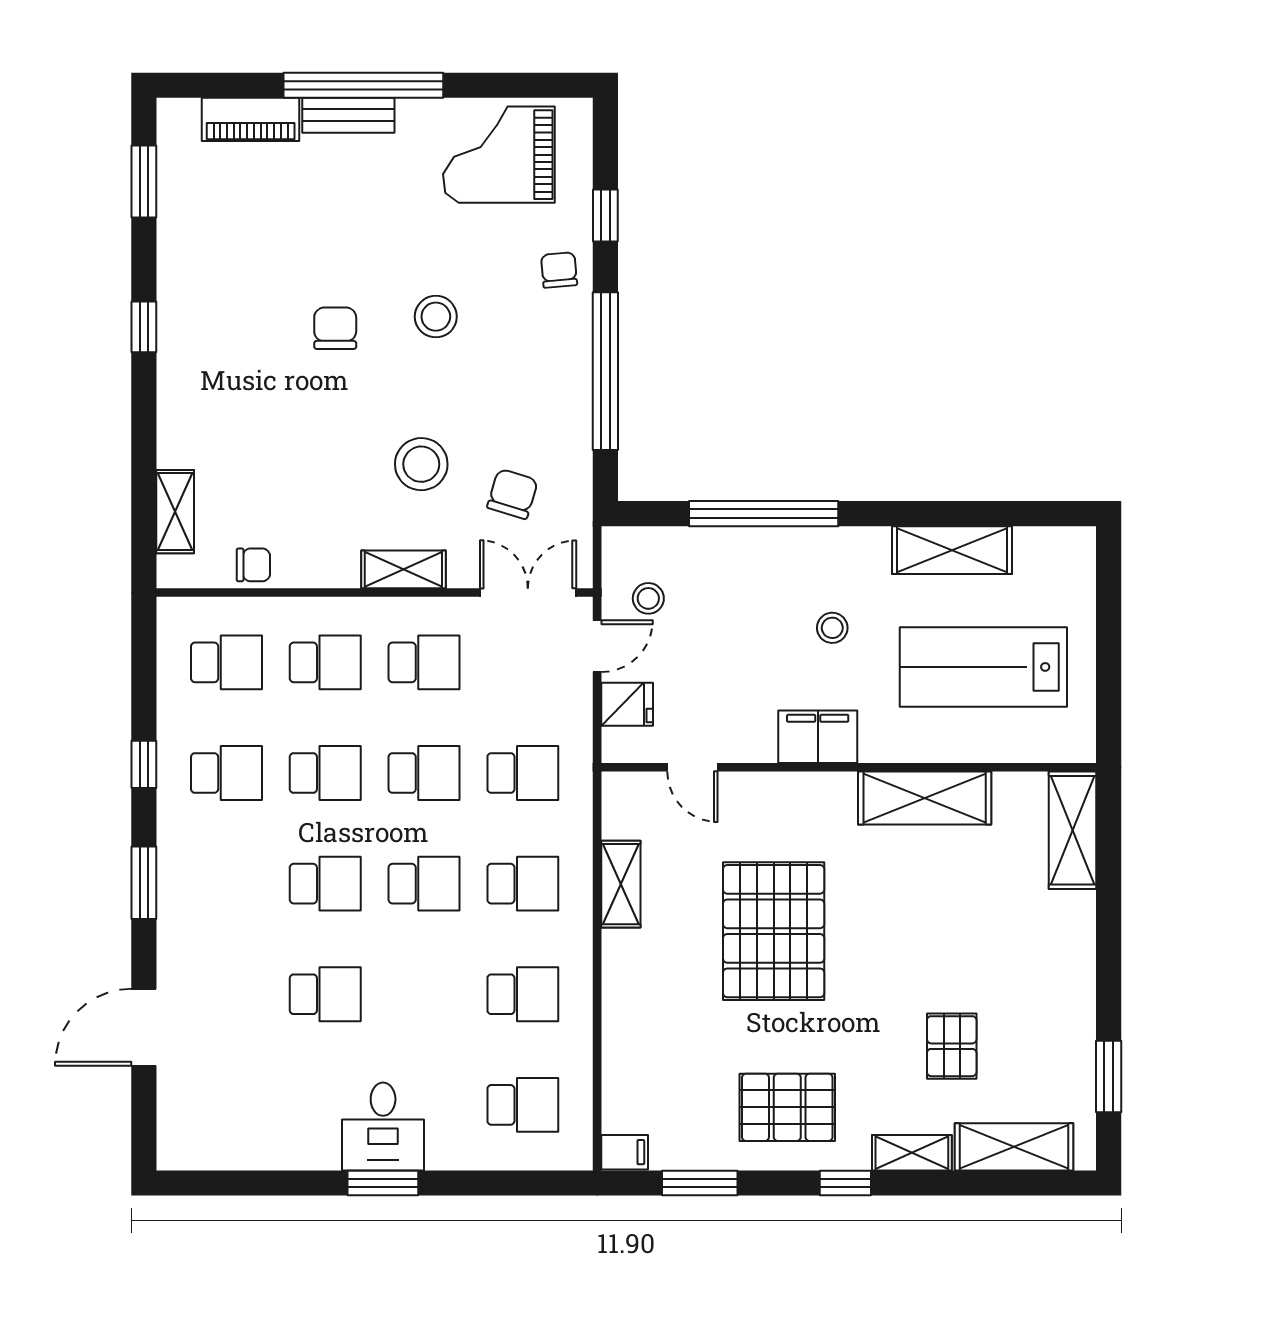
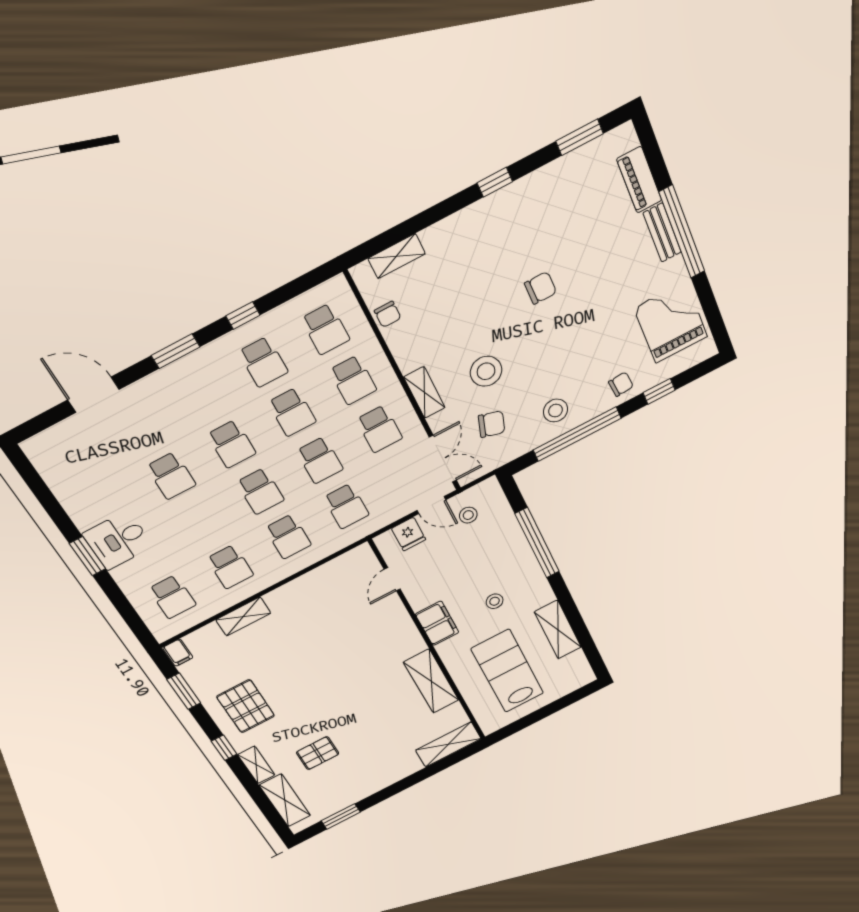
stool: (436, 317) -> (556, 411), moved
shelving: (621, 884) -> (243, 616), moved
pallet: (774, 931) -> (330, 656), removed

